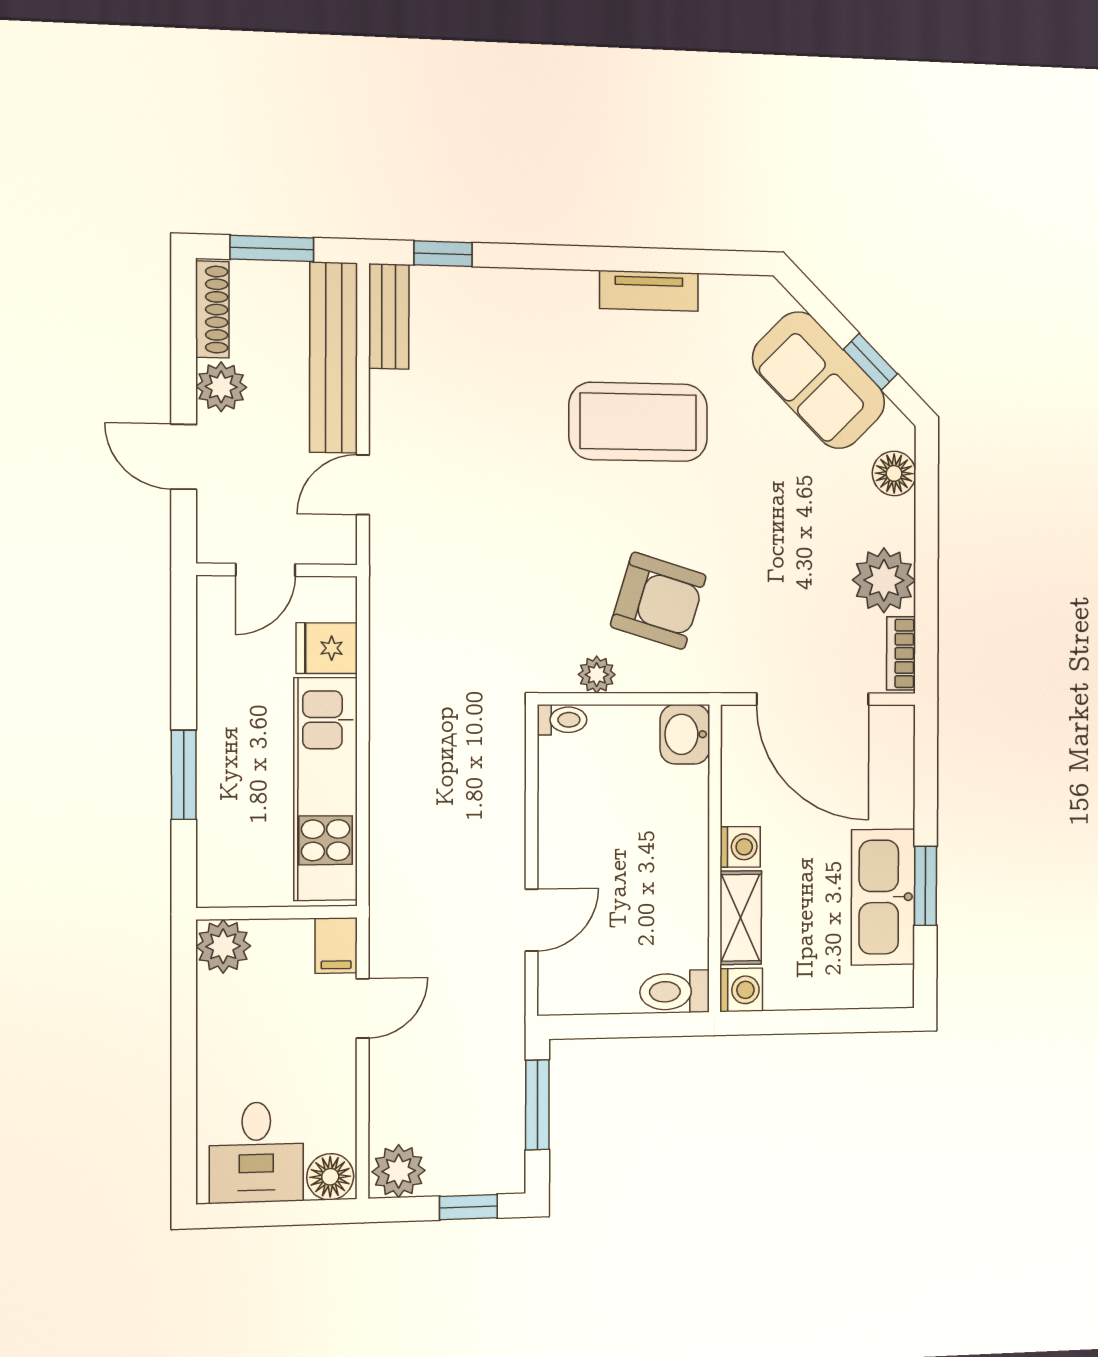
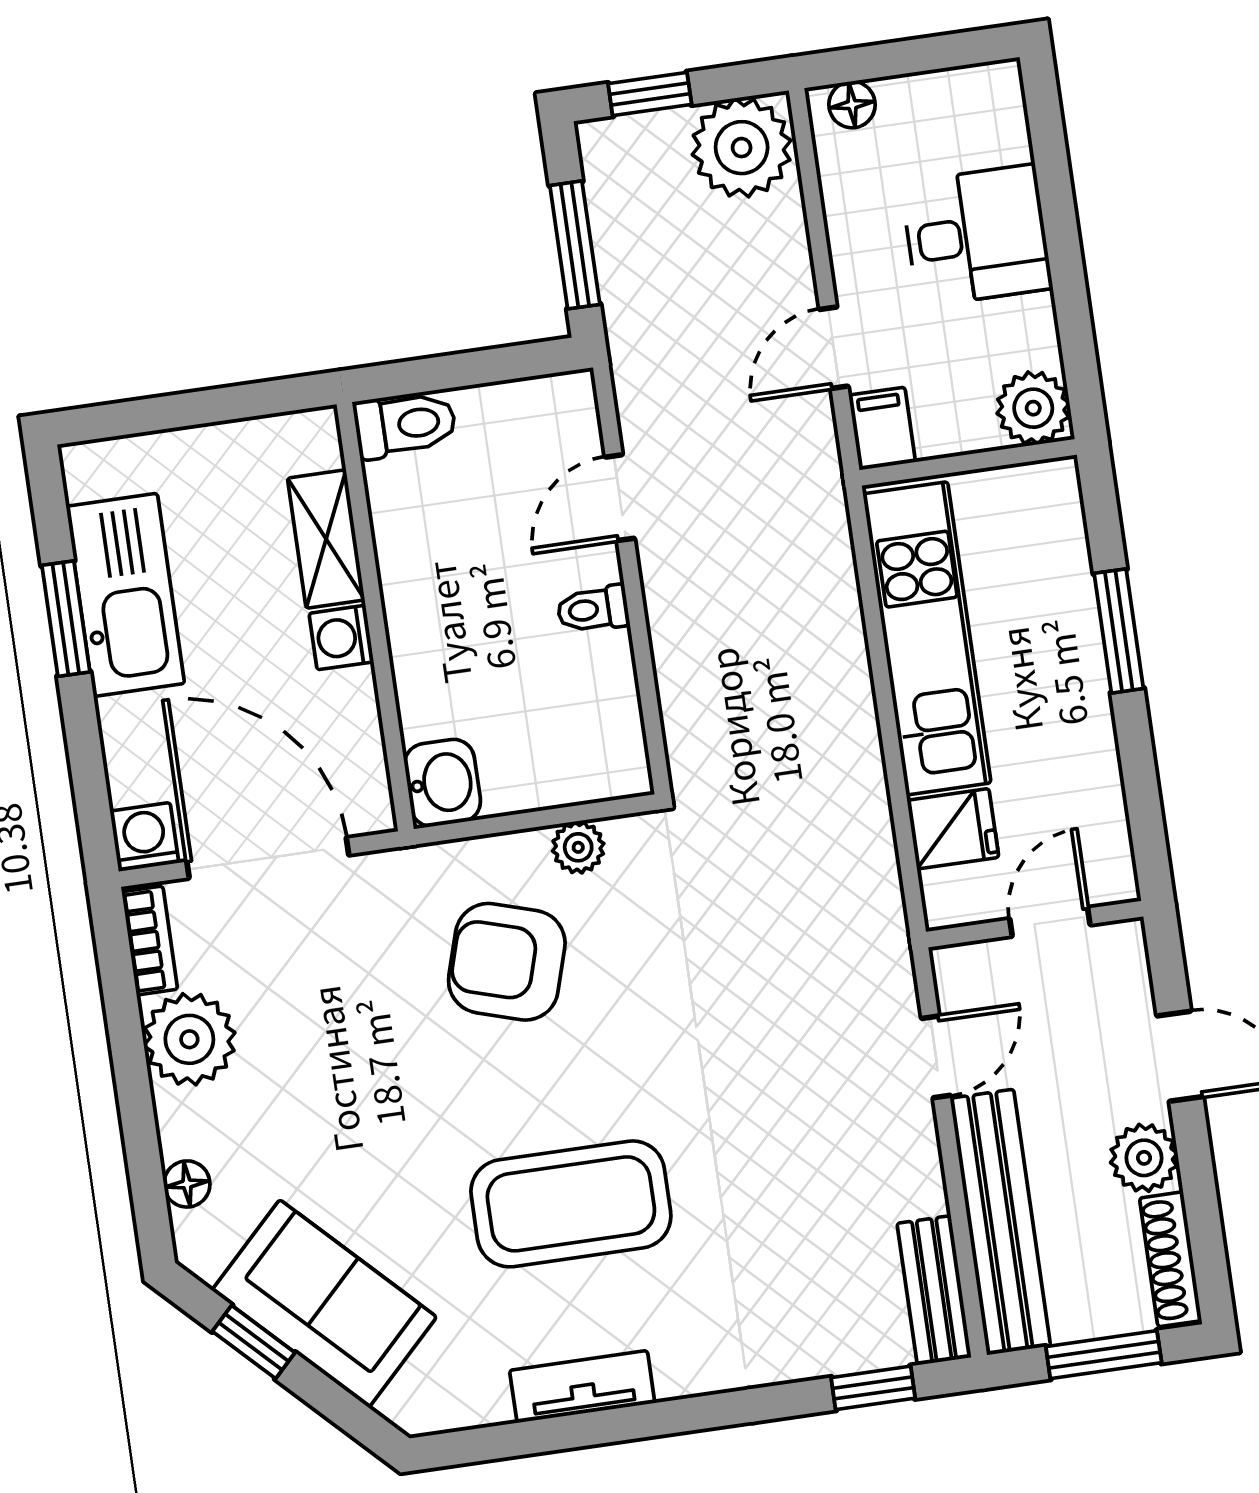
floor lamp: (894, 473) -> (187, 1184), width x0.73, depth x0.73
toilet: (562, 720) -> (593, 609), moved
washing machine: (741, 990) -> (144, 837), moved, turned 90
desk: (256, 1152) -> (977, 236), moved, turned 90
plant: (399, 1171) -> (742, 148), width x1.36, depth x1.36
floor lamp: (330, 1177) -> (852, 105), width x0.73, depth x0.73

